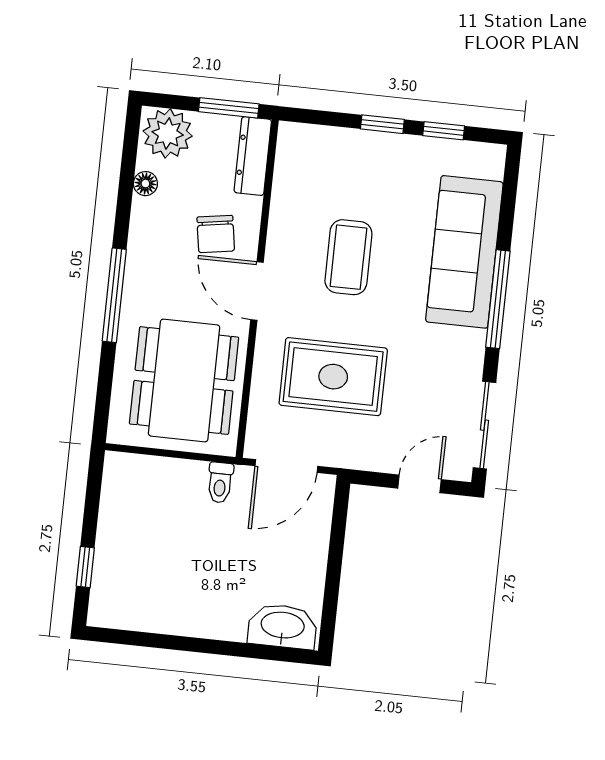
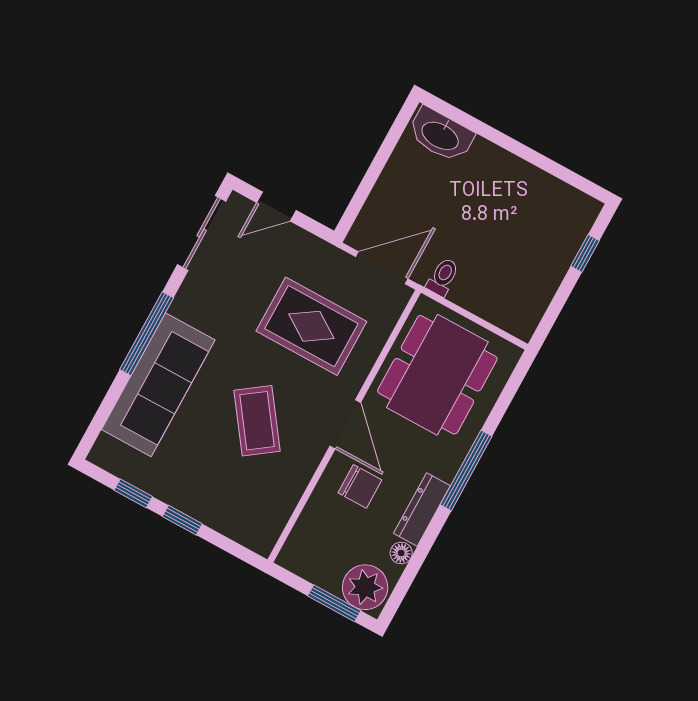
window: (229, 108) -> (334, 603), moved
dresser: (253, 156) -> (422, 509), moved, turned 180
chair: (216, 234) -> (360, 486), turned 99
coffee table: (348, 257) -> (257, 421), turned -36

